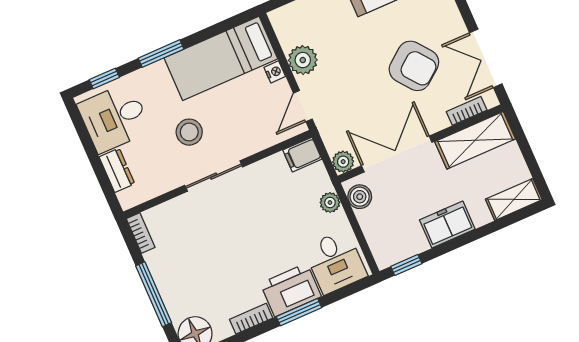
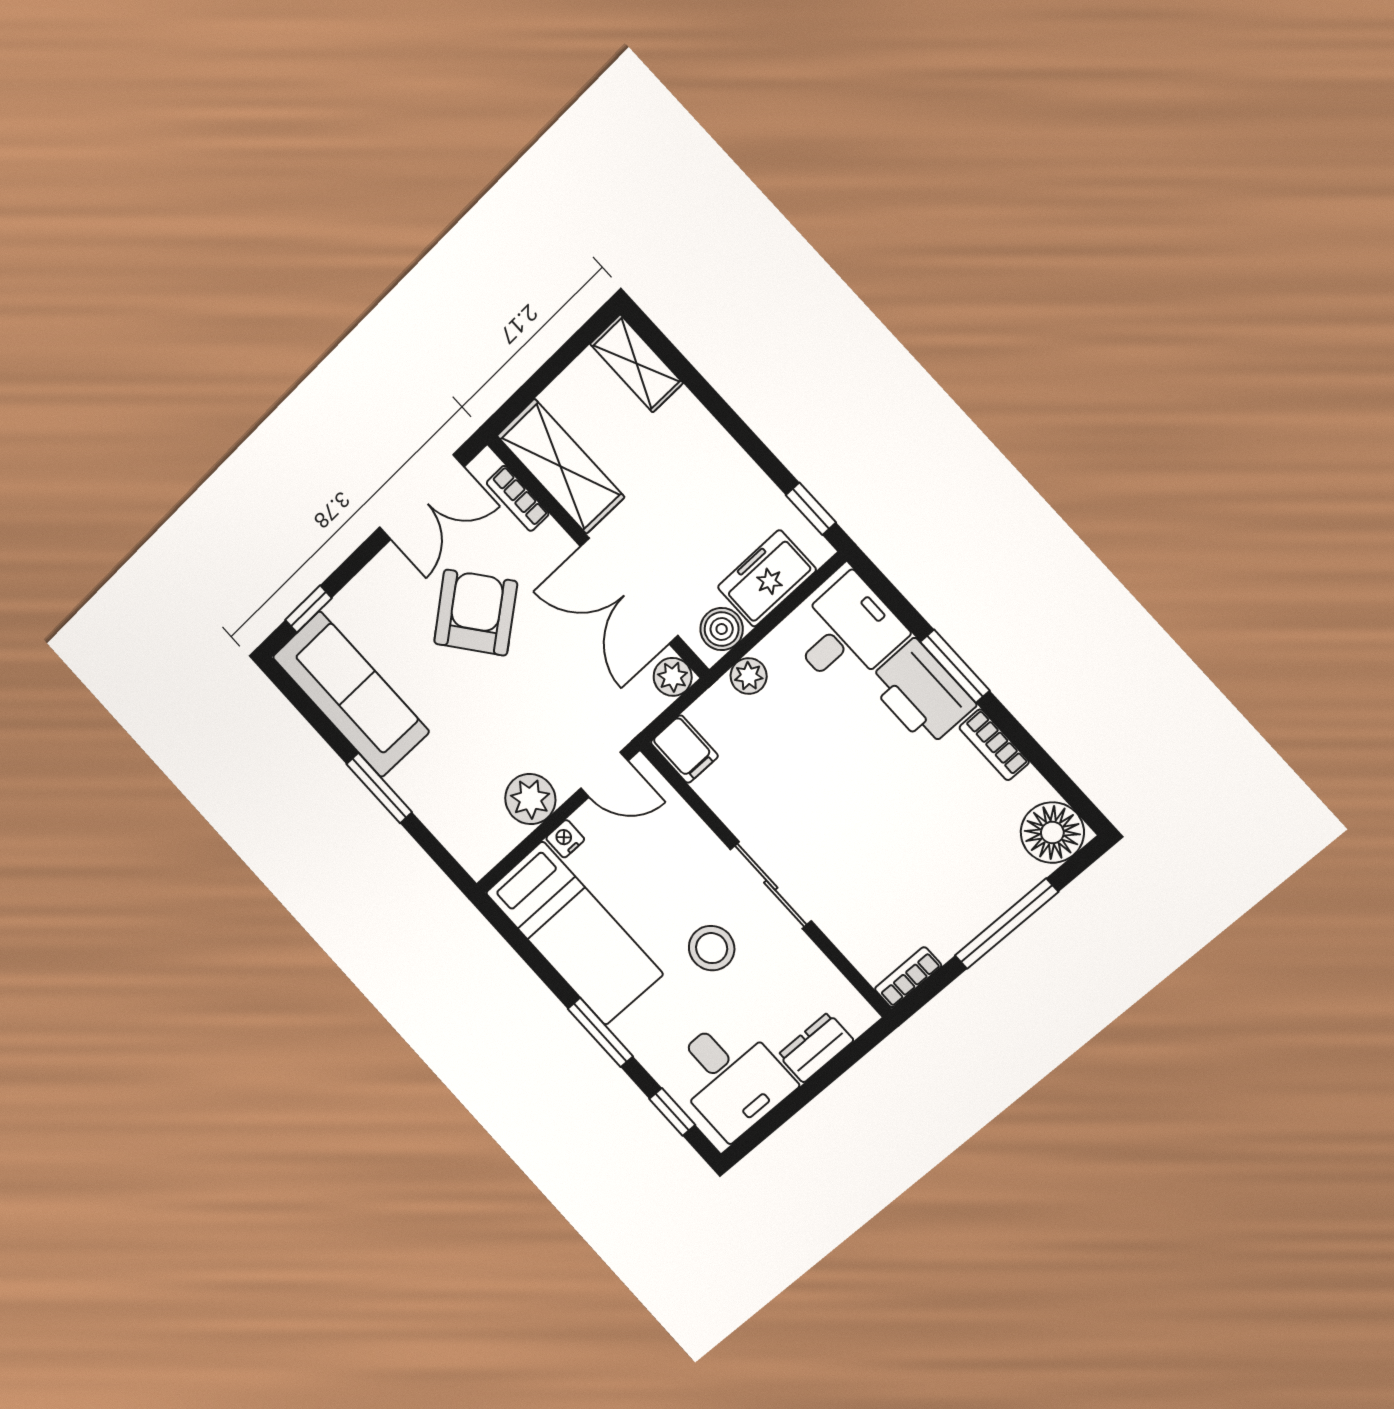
freezer: (447, 225) -> (767, 578), moved, turned 90

